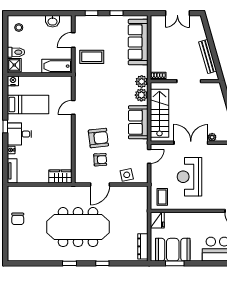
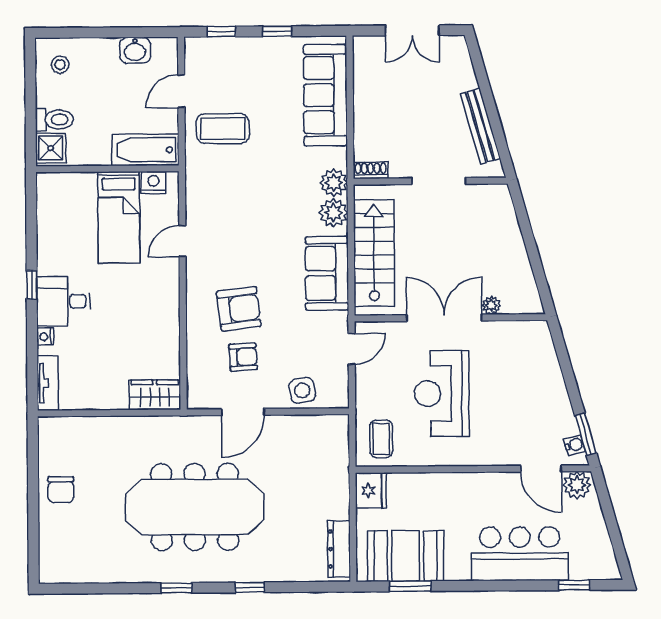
nightstand: (13, 81) -> (153, 183), moved
bed: (28, 104) -> (119, 217), moved, turned 90

